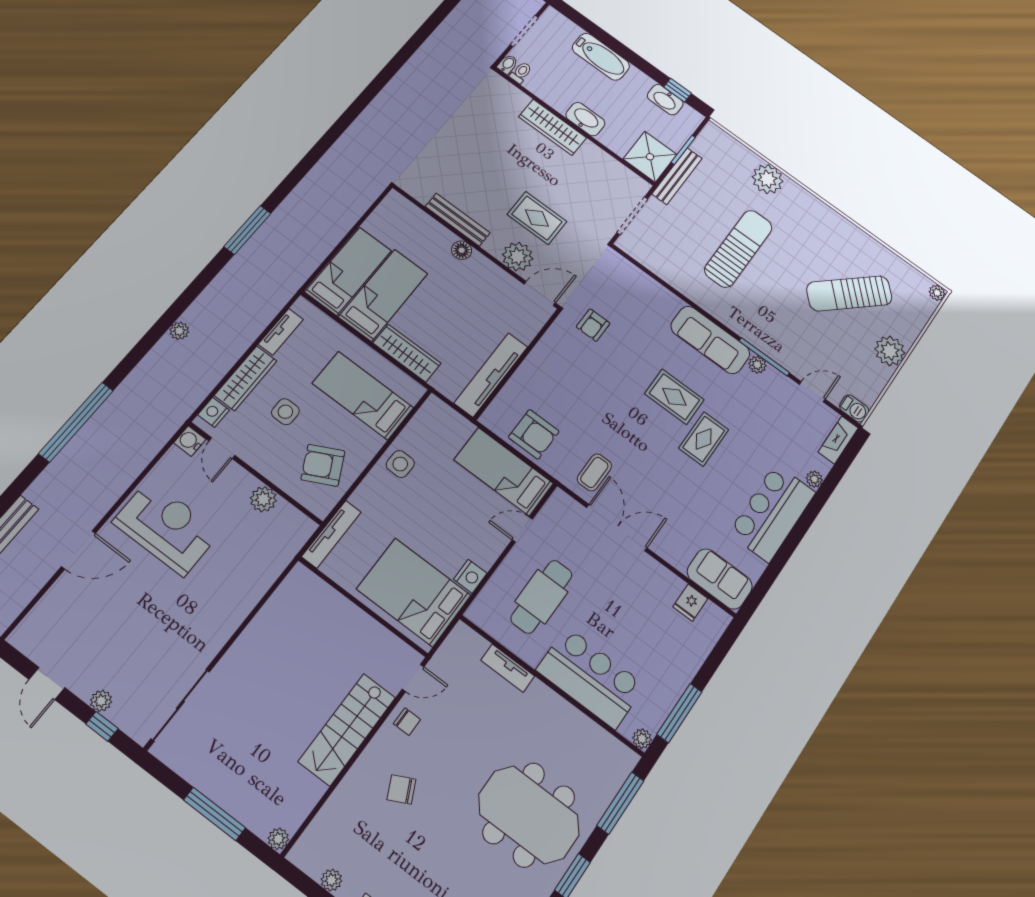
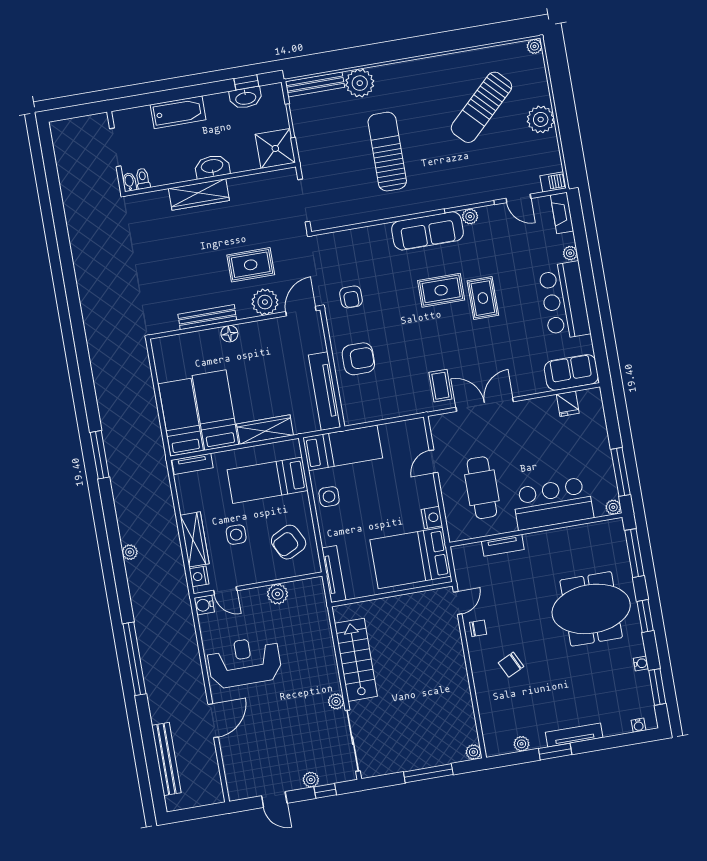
bench: (677, 176) -> (315, 84), moved, turned 90
tv unit: (281, 332) -> (193, 464), moved, turned 90
door: (812, 392) -> (518, 198), swing flipped
armchair: (534, 434) -> (358, 359), moved
bed: (504, 472) -> (343, 448), moved, turned 180
plant: (206, 651) -> (336, 701), added
stairs: (347, 729) -> (356, 660), moved, turned 180

